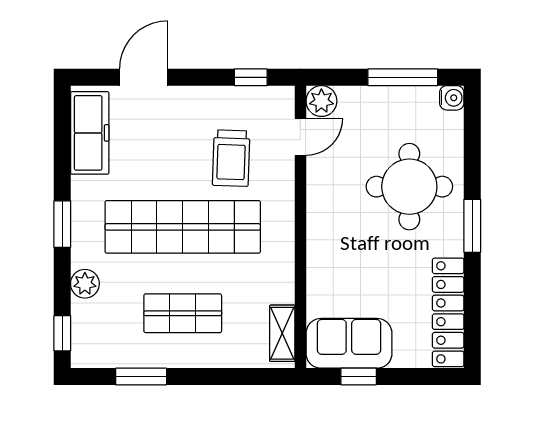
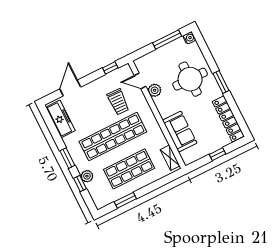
plant: (321, 101) -> (155, 90), moved
door: (300, 137) -> (140, 81), swing flipped
shop shelf: (183, 313) -> (129, 169), width x1.43, depth x1.36
window: (62, 333) -> (80, 184), moved
sofa: (349, 343) -> (180, 132), moved, turned 90
window: (359, 376) -> (218, 154), moved

